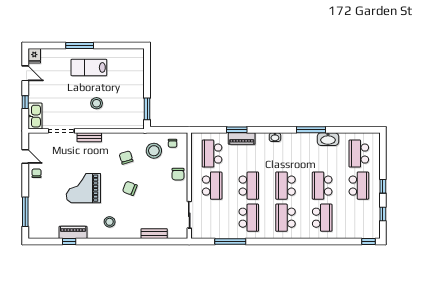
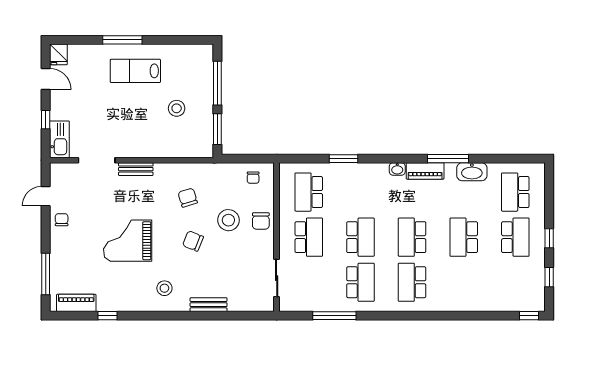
window: (147, 76) -> (217, 83), added
stool: (97, 103) -> (177, 108), moved
piano: (242, 139) -> (425, 171), moved
stool: (154, 151) -> (228, 220), moved
door: (25, 157) -> (46, 196), swing flipped
school desk: (322, 218) -> (464, 282), removed
piano: (73, 232) -> (76, 303), moved
bench: (154, 234) -> (209, 305), moved

